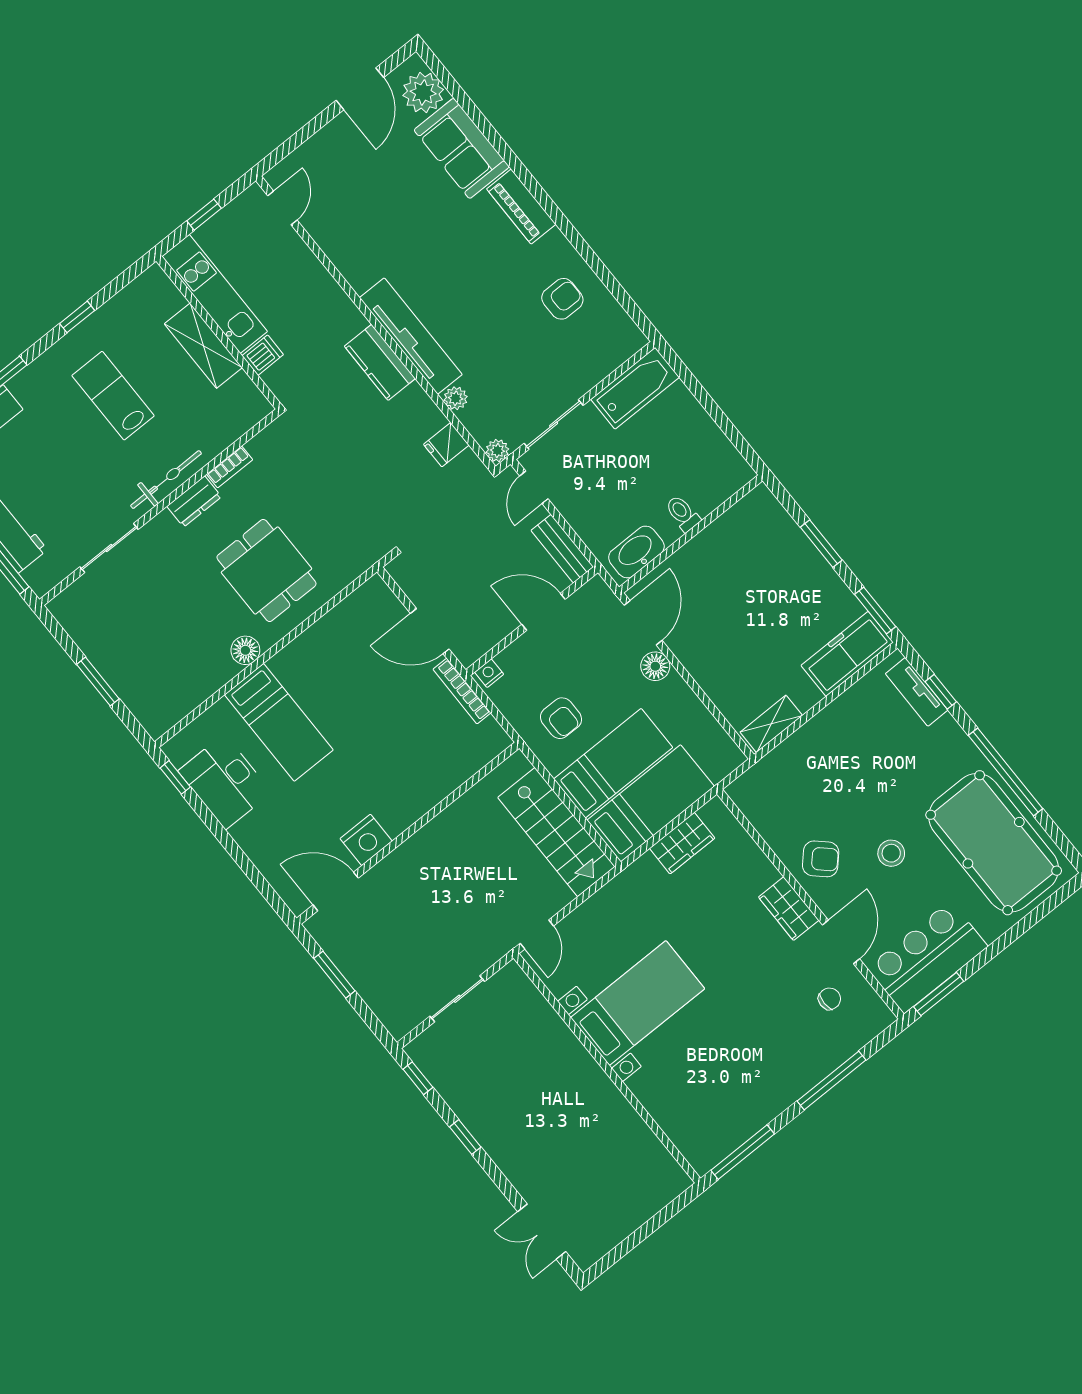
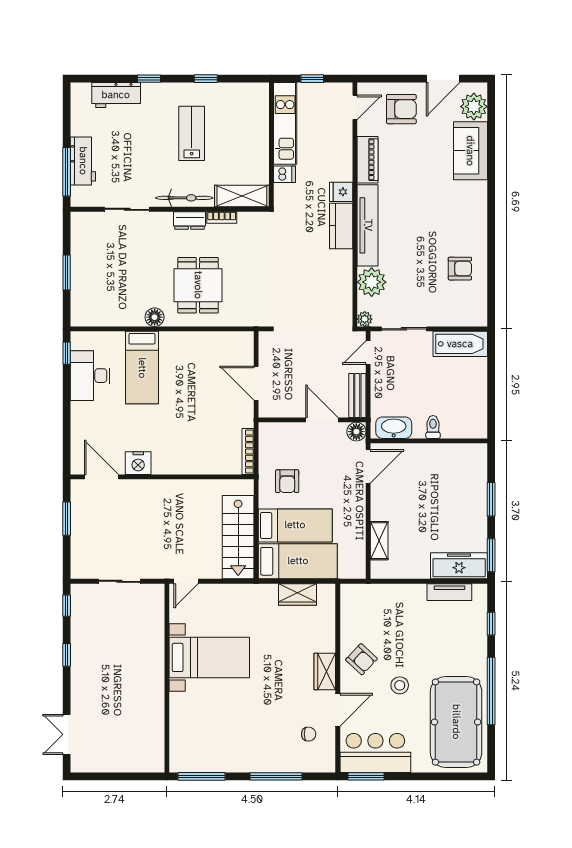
armchair: (339, 165) -> (401, 109), added
piano: (521, 207) -> (368, 160), moved, turned 180
shelving: (203, 346) -> (242, 196), moved, turned 90
plant: (456, 398) -> (372, 282), width x1.88, depth x1.88
fridge: (446, 445) -> (341, 192), moved
floor lamp: (655, 666) -> (356, 432), moved
nightstand: (489, 673) -> (269, 429), removed
bookcase: (462, 691) -> (248, 452), moved
tv unit: (917, 692) -> (449, 592), moved, turned -90
shelving: (771, 724) -> (379, 541), moved, turned 90

